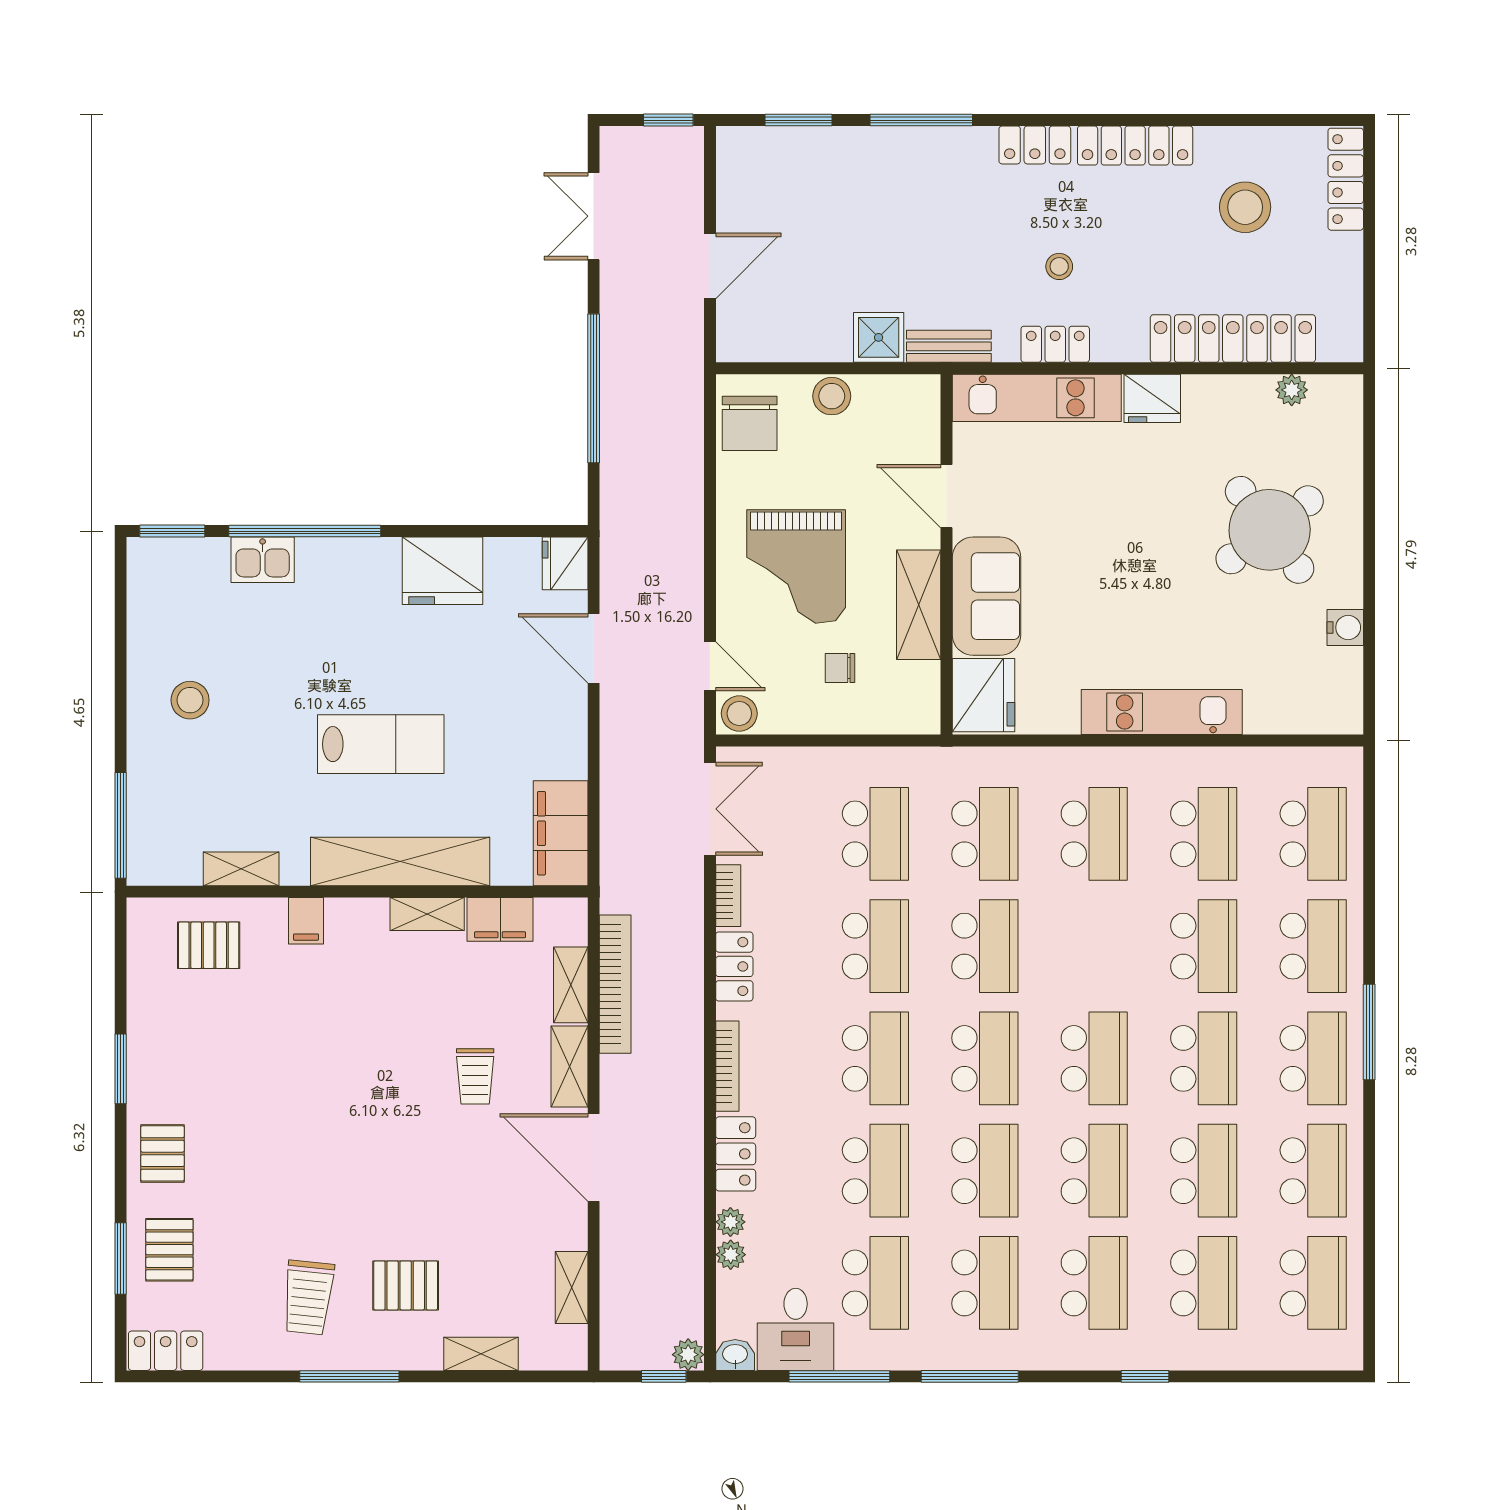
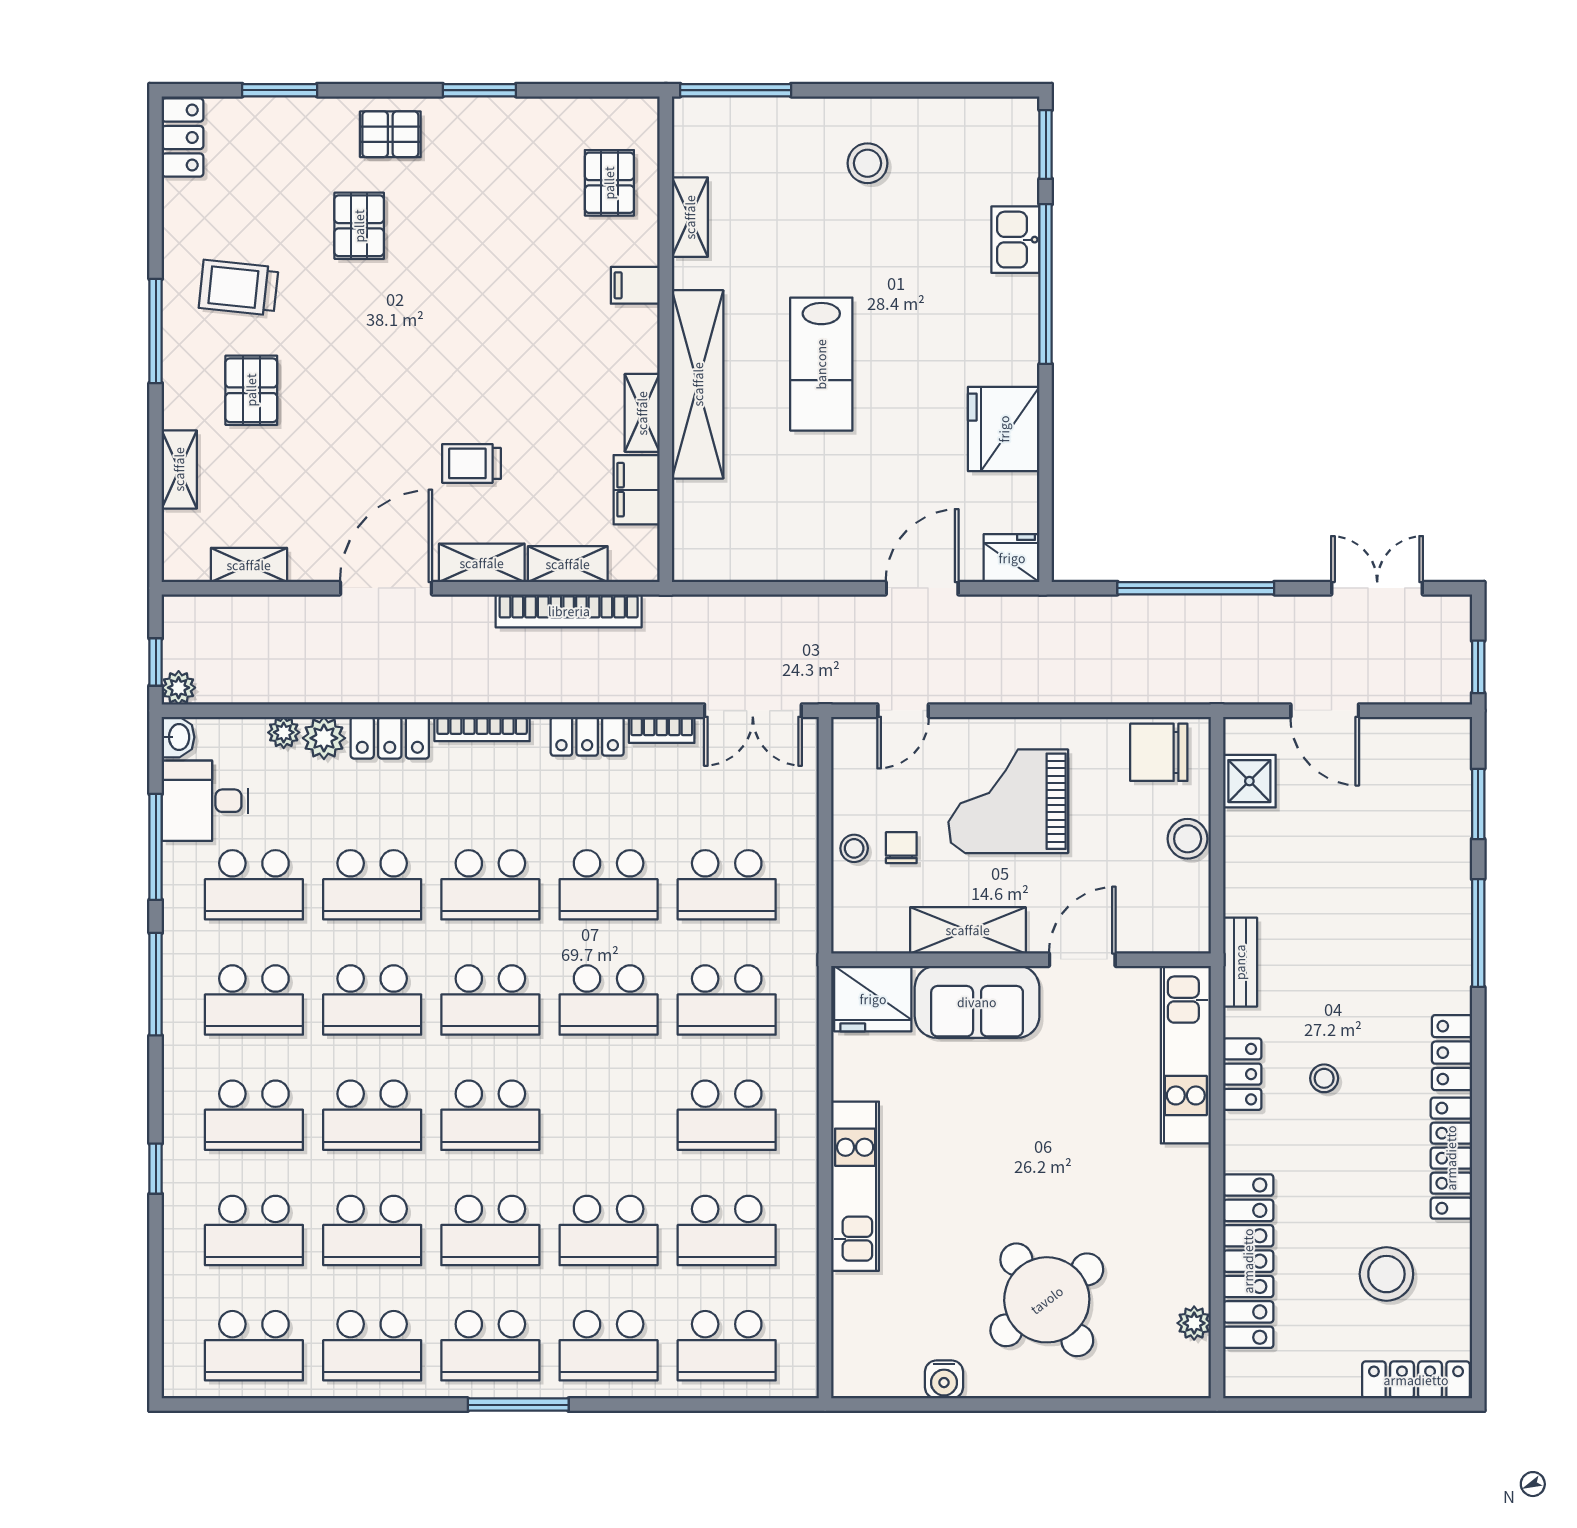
shower: (879, 337) -> (1249, 781), moved
fridge: (1152, 398) -> (1185, 1176), removed
stool: (739, 713) -> (854, 848), moved, width x0.73, depth x0.73
filing cabinet: (561, 833) -> (727, 553), removed
plant: (730, 1222) -> (324, 738), width x1.38, depth x1.38
pallet: (169, 1250) -> (359, 226), moved, turned 90

